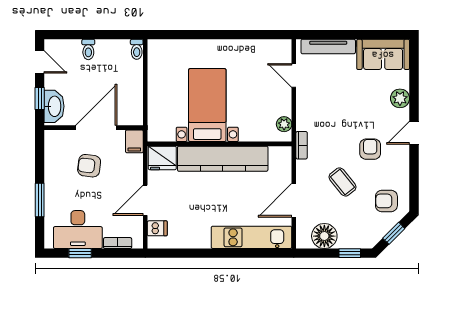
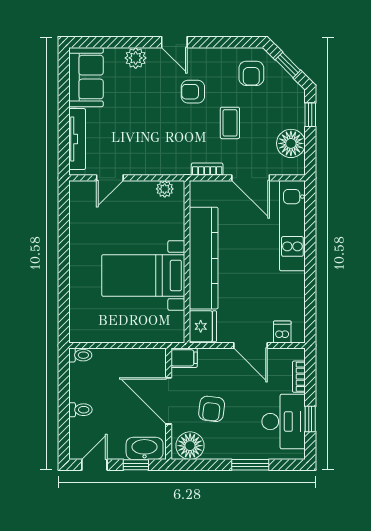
bookcase: (302, 145) -> (207, 169), moved
floor lamp: (56, 147) -> (190, 446), added
coffee table: (342, 182) -> (230, 123), turned -51

